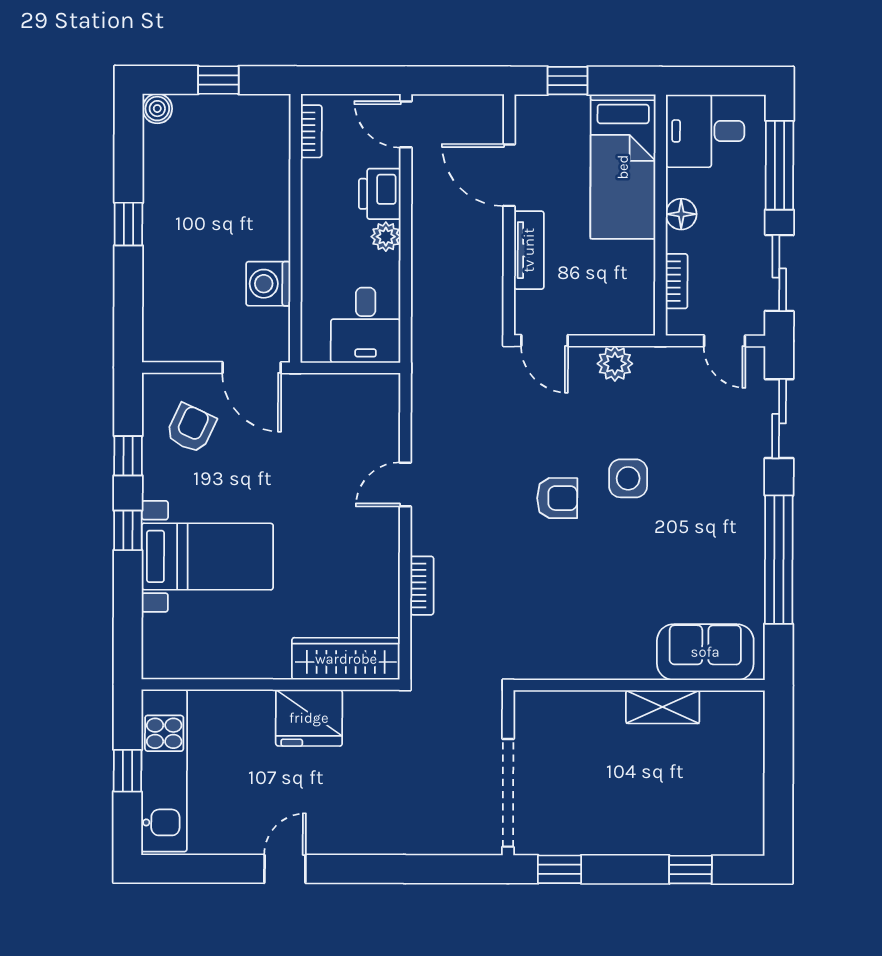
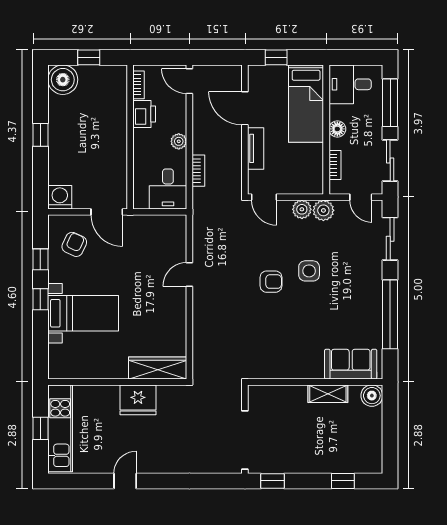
boiler: (157, 109) -> (63, 80), width x1.86, depth x1.86
printer: (380, 194) -> (144, 114), moved, turned 180
washing machine: (268, 284) -> (60, 197), moved, turned 90
plant: (655, 366) -> (323, 210), added
bookcase: (422, 586) -> (198, 171), moved
boiler: (745, 711) -> (372, 396), added

